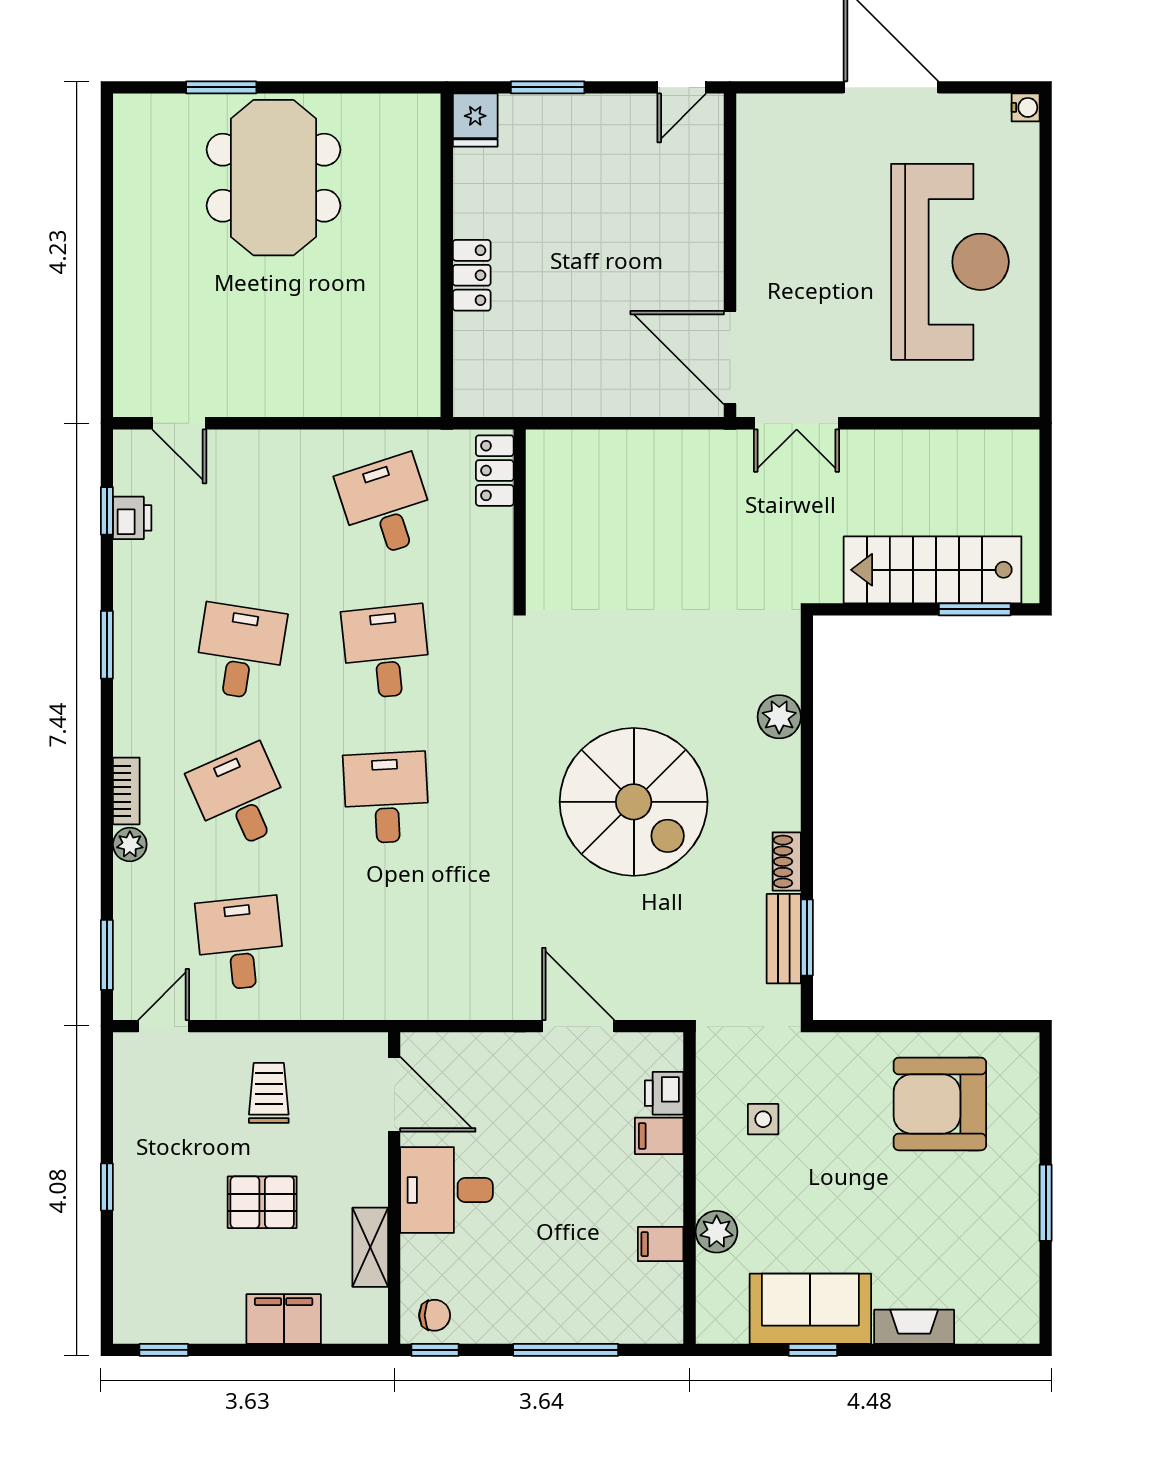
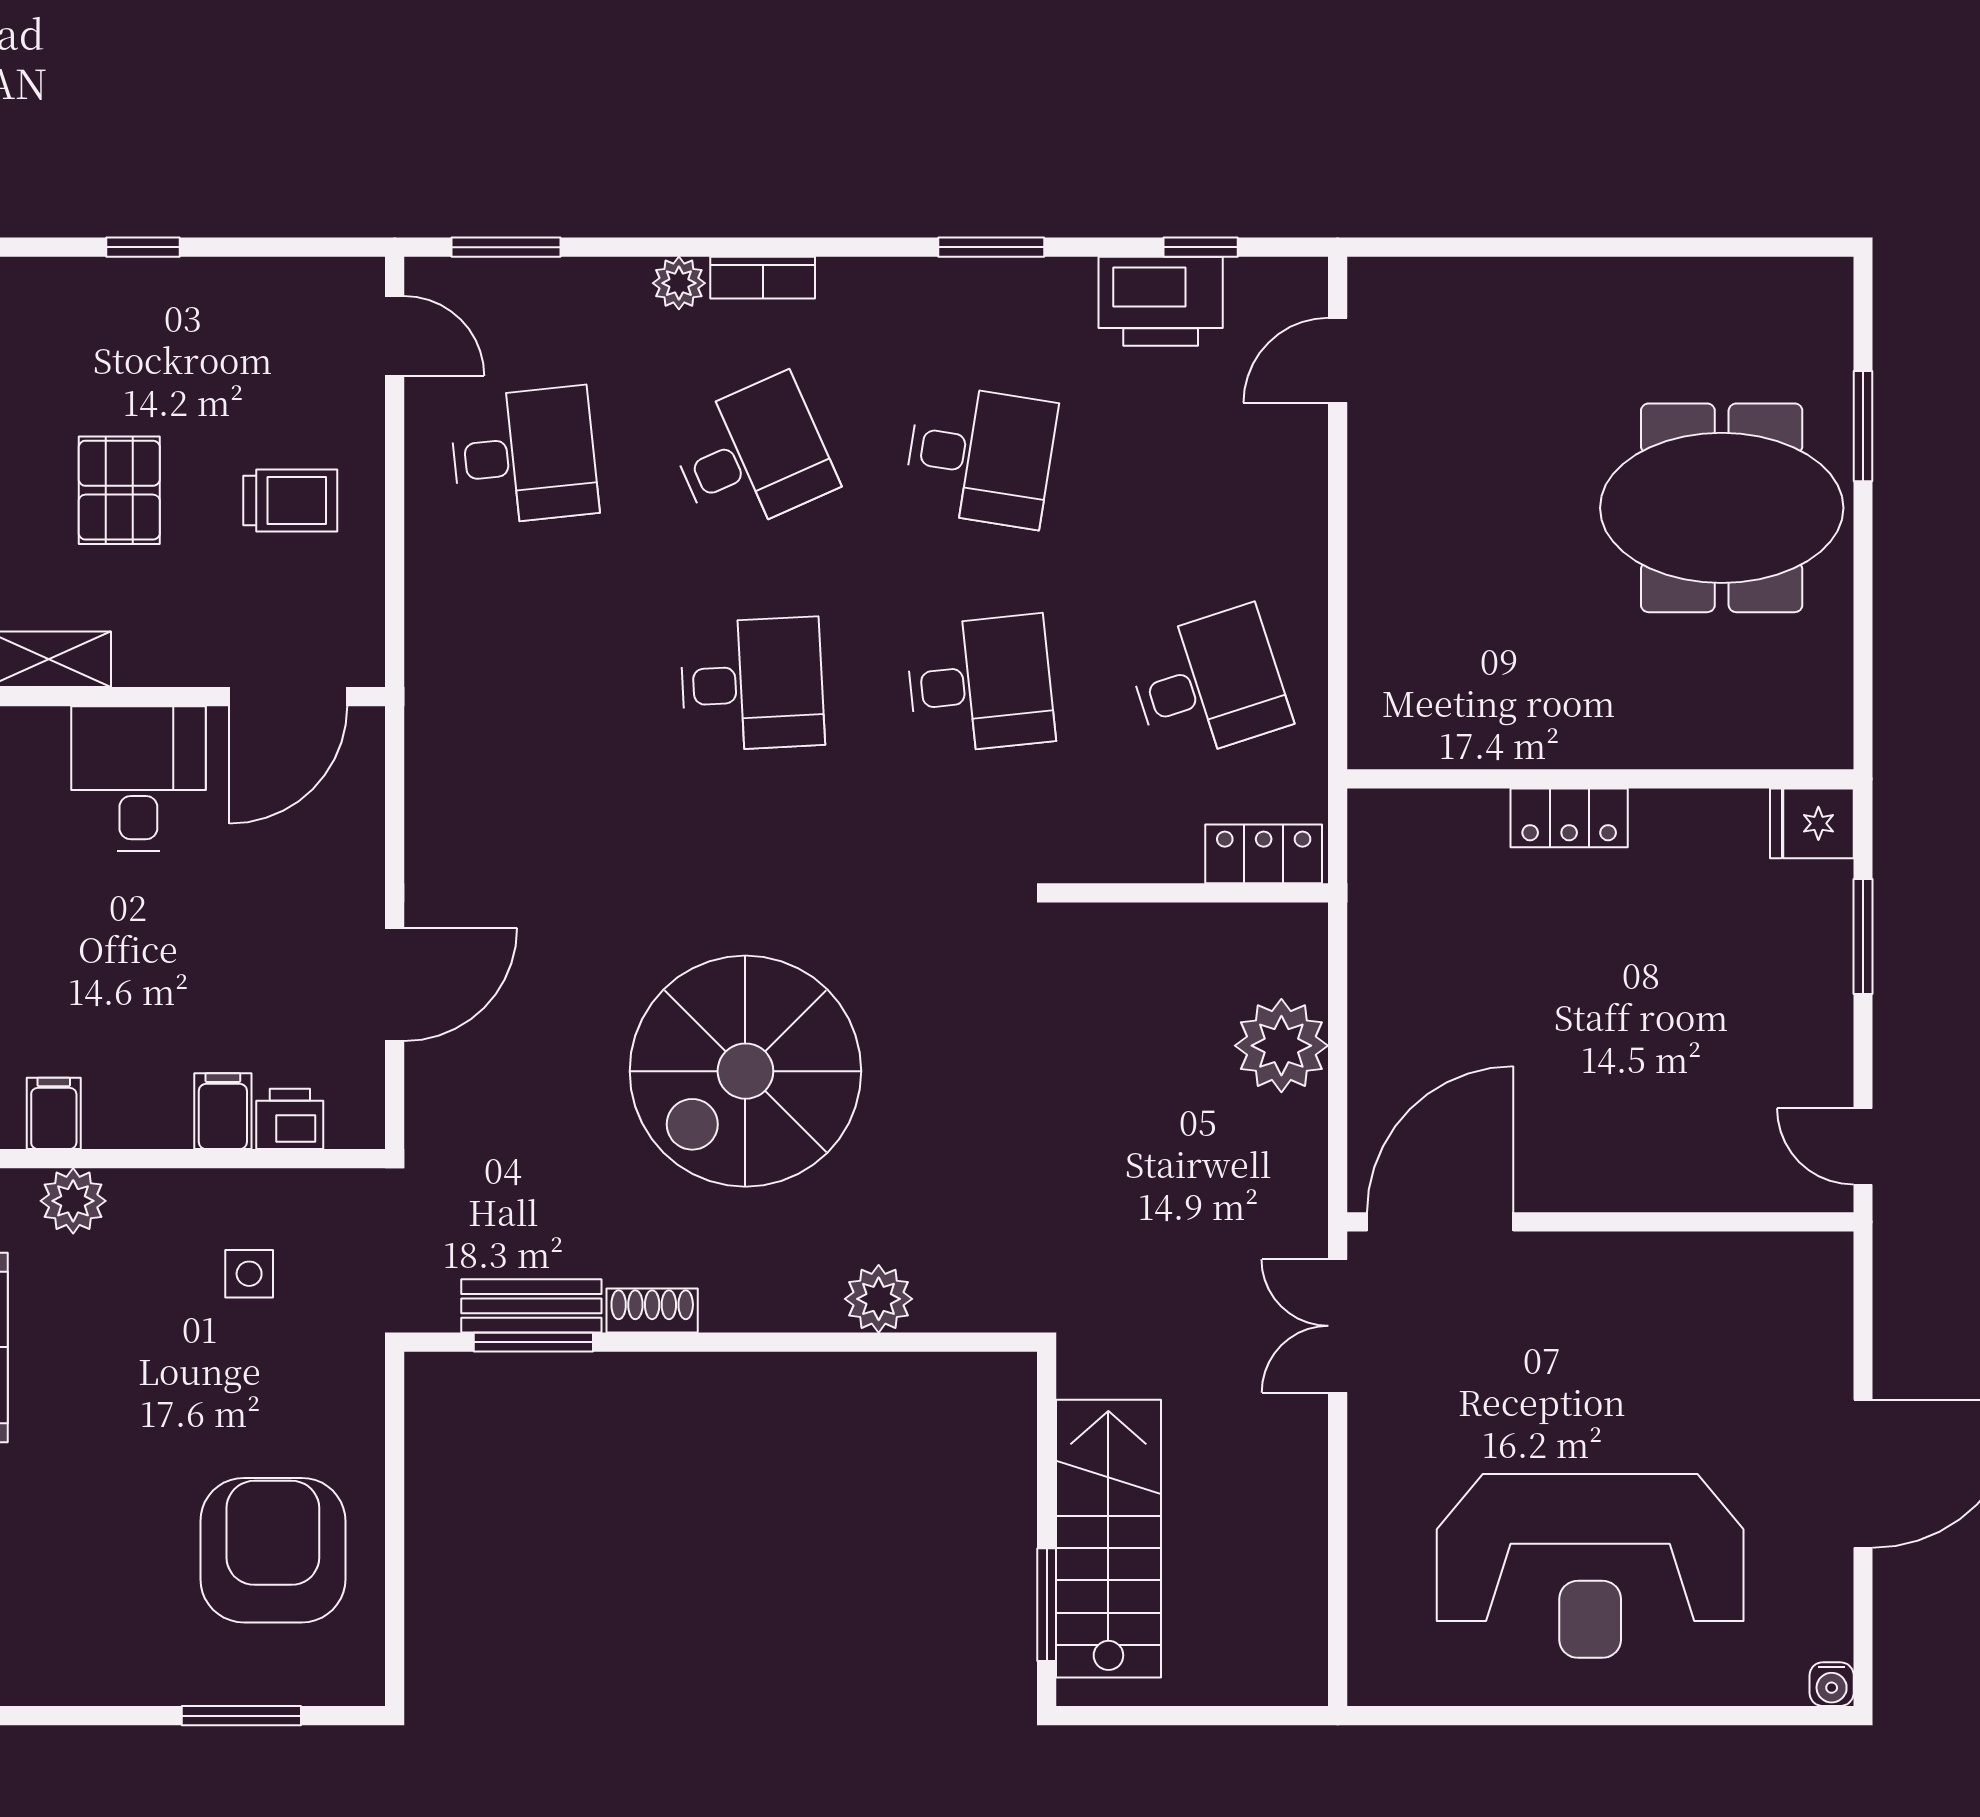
plant: (617, 459) -> (1281, 1046), added
printer: (132, 518) -> (1161, 301), width x1.87, depth x1.48
window: (1046, 1203) -> (241, 1716), moved

